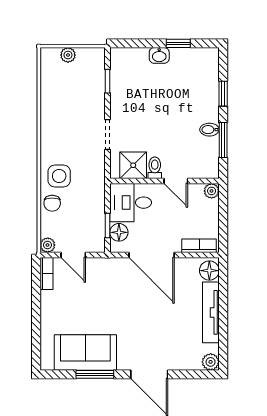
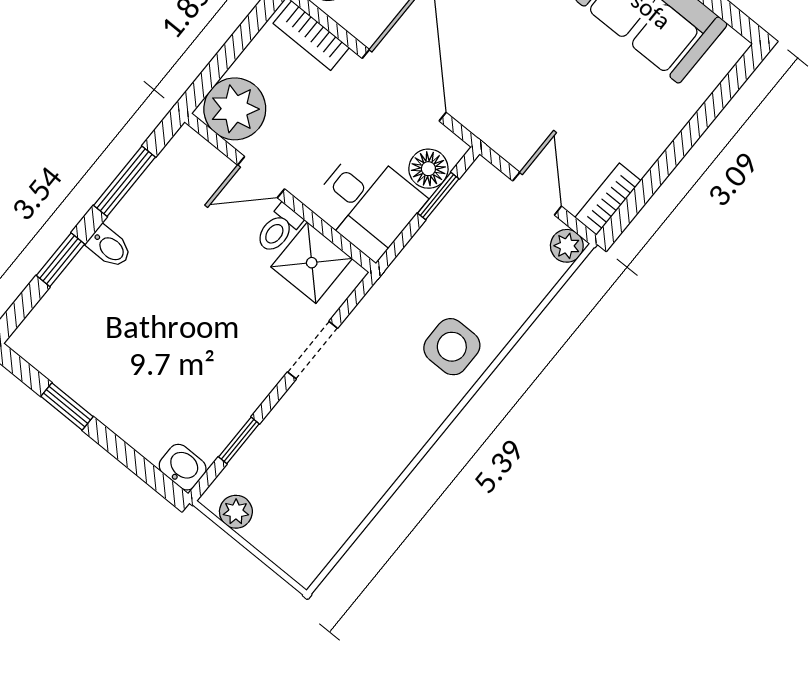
plant: (68, 55) -> (236, 512), moved
washbasin: (159, 55) -> (183, 467), moved
bidet: (209, 130) -> (109, 247), moved
door: (176, 181) -> (261, 177), swing flipped
plant: (212, 191) -> (235, 109), width x1.88, depth x1.88
chair: (52, 203) -> (501, 310), removed

